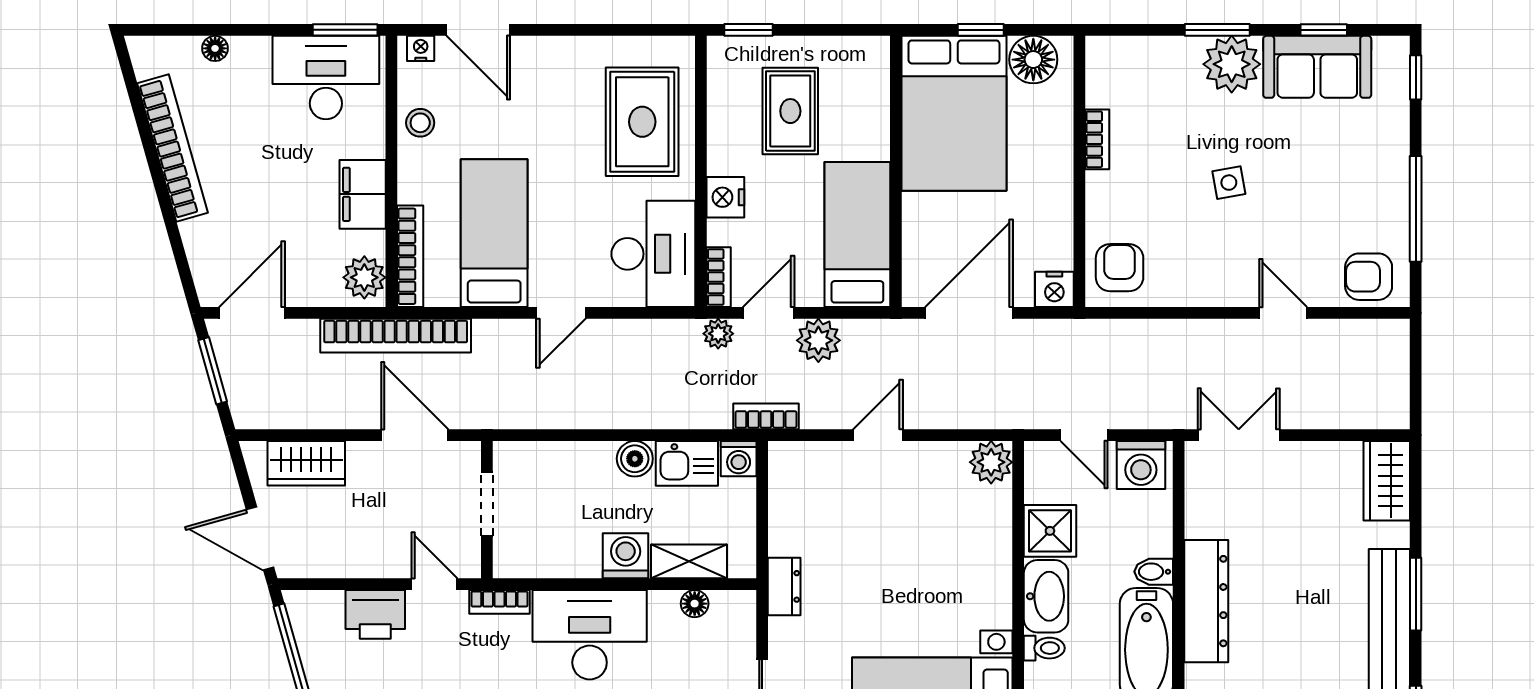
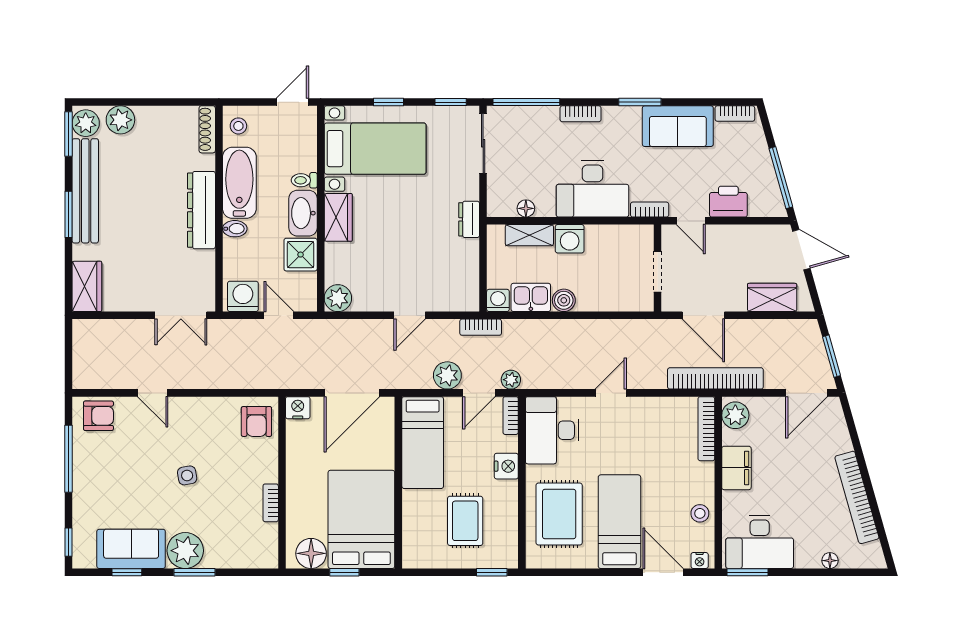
bed: (494, 233) -> (619, 522), moved, turned 180
wardrobe: (990, 589) -> (338, 217), added

